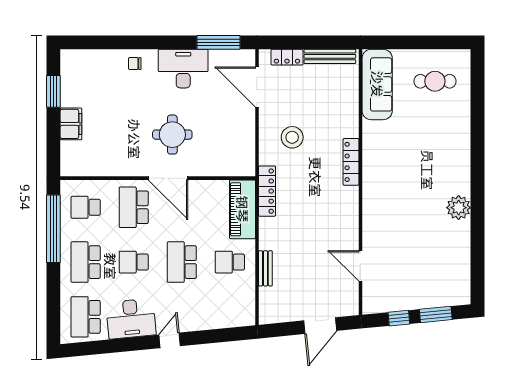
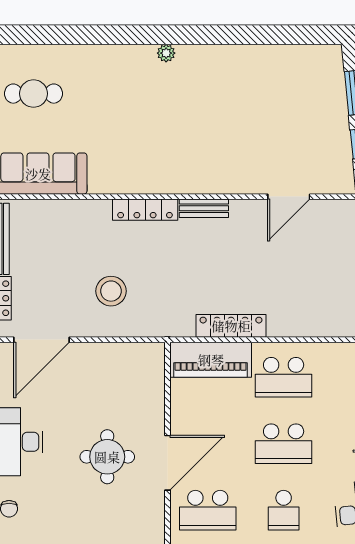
cafe table: (435, 81) -> (33, 94), turned 90
locker: (267, 191) -> (231, 326), moved
plant: (459, 208) -> (166, 53), moved, width x0.53, depth x0.53
school desk: (230, 262) -> (284, 377), width x1.85
bench: (265, 268) -> (204, 208), moved

